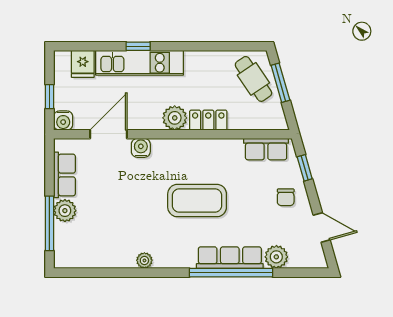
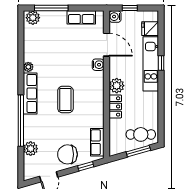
cafe table: (253, 79) -> (141, 134), turned 34
chair: (286, 197) -> (67, 154), width x1.87, depth x1.87
coffee table: (197, 201) -> (65, 100), width x0.73, depth x0.76
plant: (65, 211) -> (33, 18), moved
row of seats: (230, 258) -> (30, 93), moved

